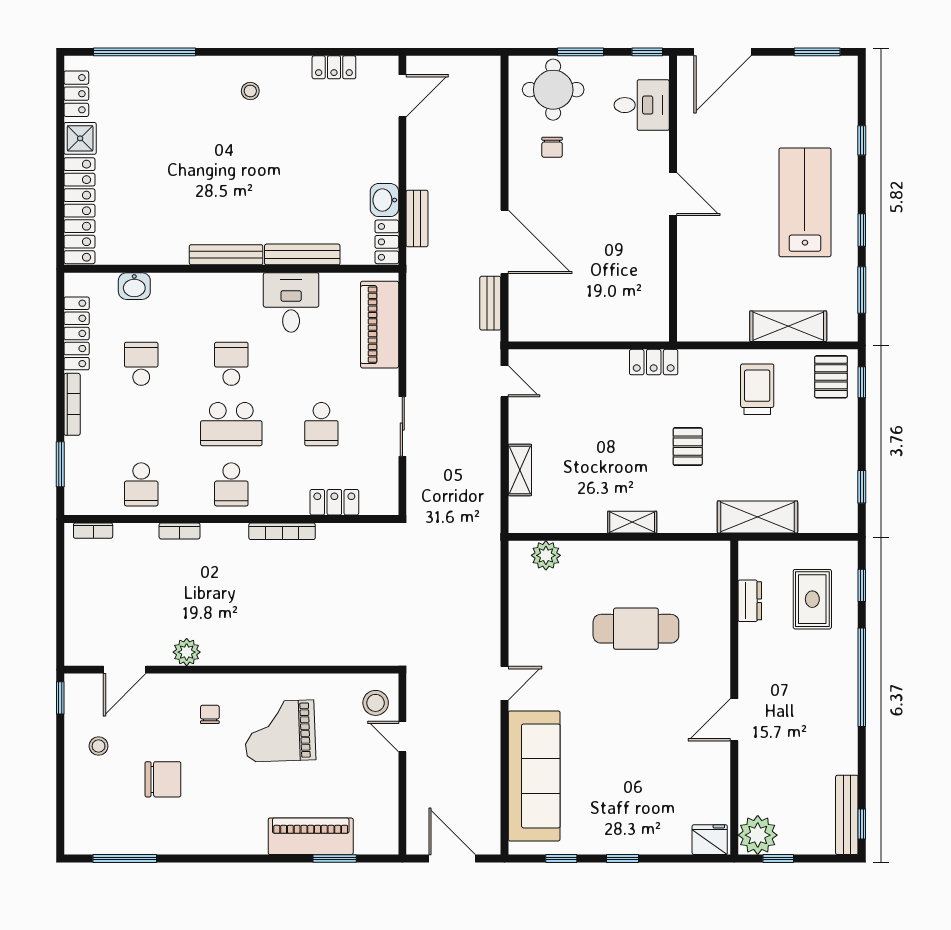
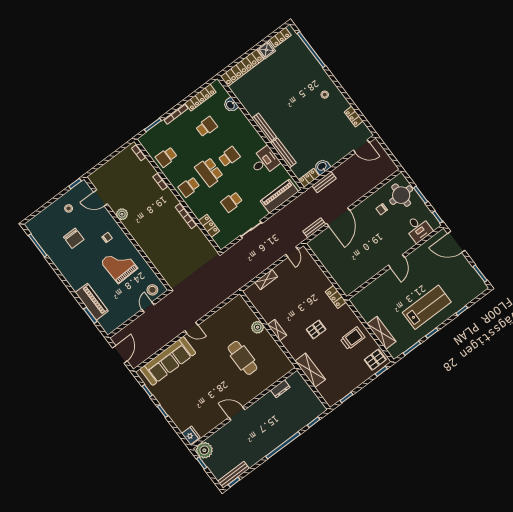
plant: (546, 555) -> (258, 327), moved
rug: (812, 599) -> (297, 409), removed

